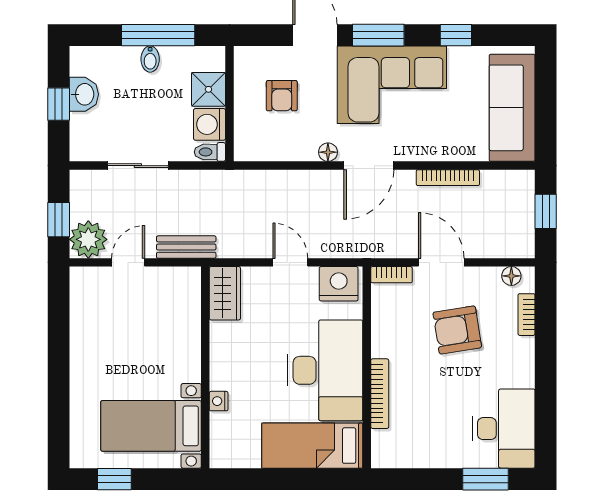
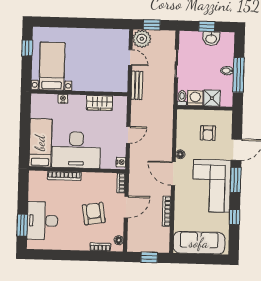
armchair: (282, 96) -> (208, 133), turned -90
nightstand: (339, 284) -> (121, 162), width x0.53, depth x0.56
wardrobe: (225, 293) -> (100, 103), moved
desk: (504, 429) -> (42, 221), moved, turned 90

